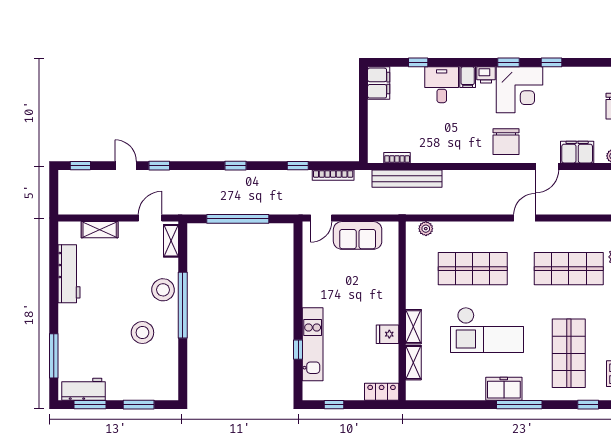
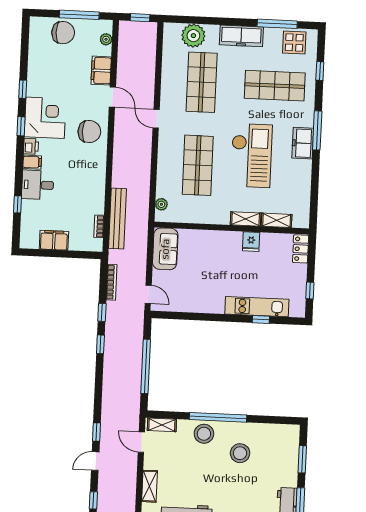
filing cabinet: (379, 83) -> (54, 240), moved
window: (236, 166) -> (100, 344), moved
sofa: (358, 235) -> (165, 249), moved

